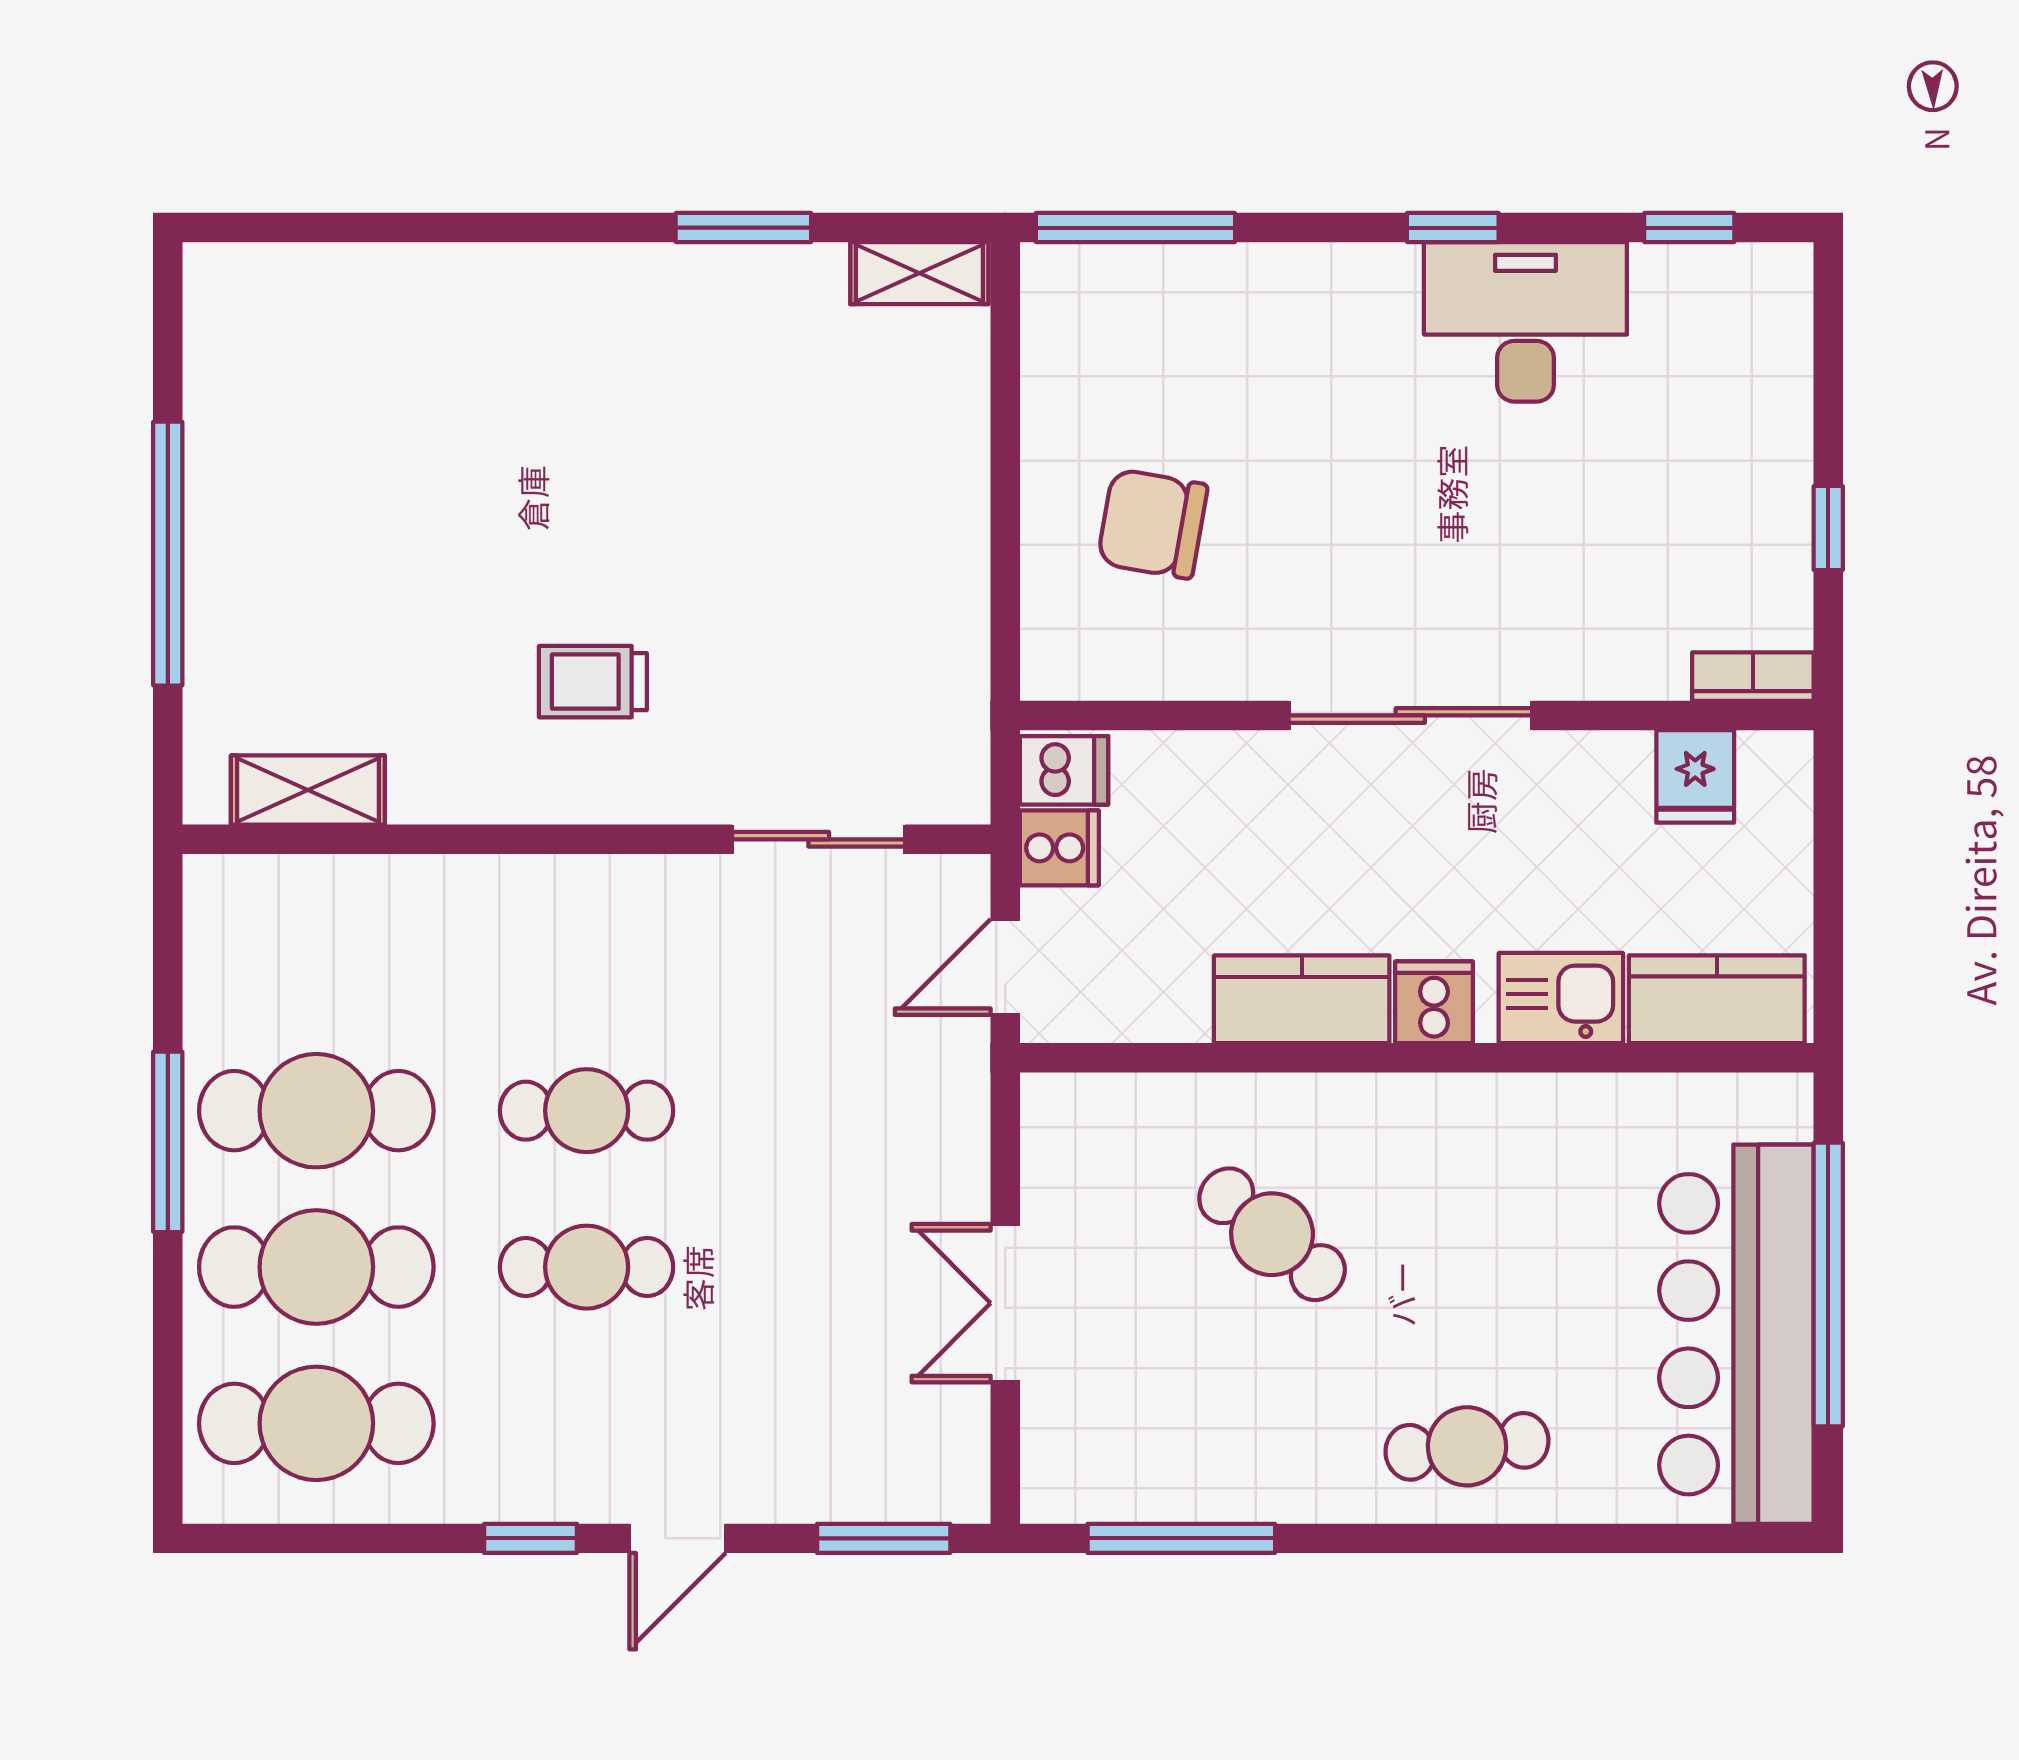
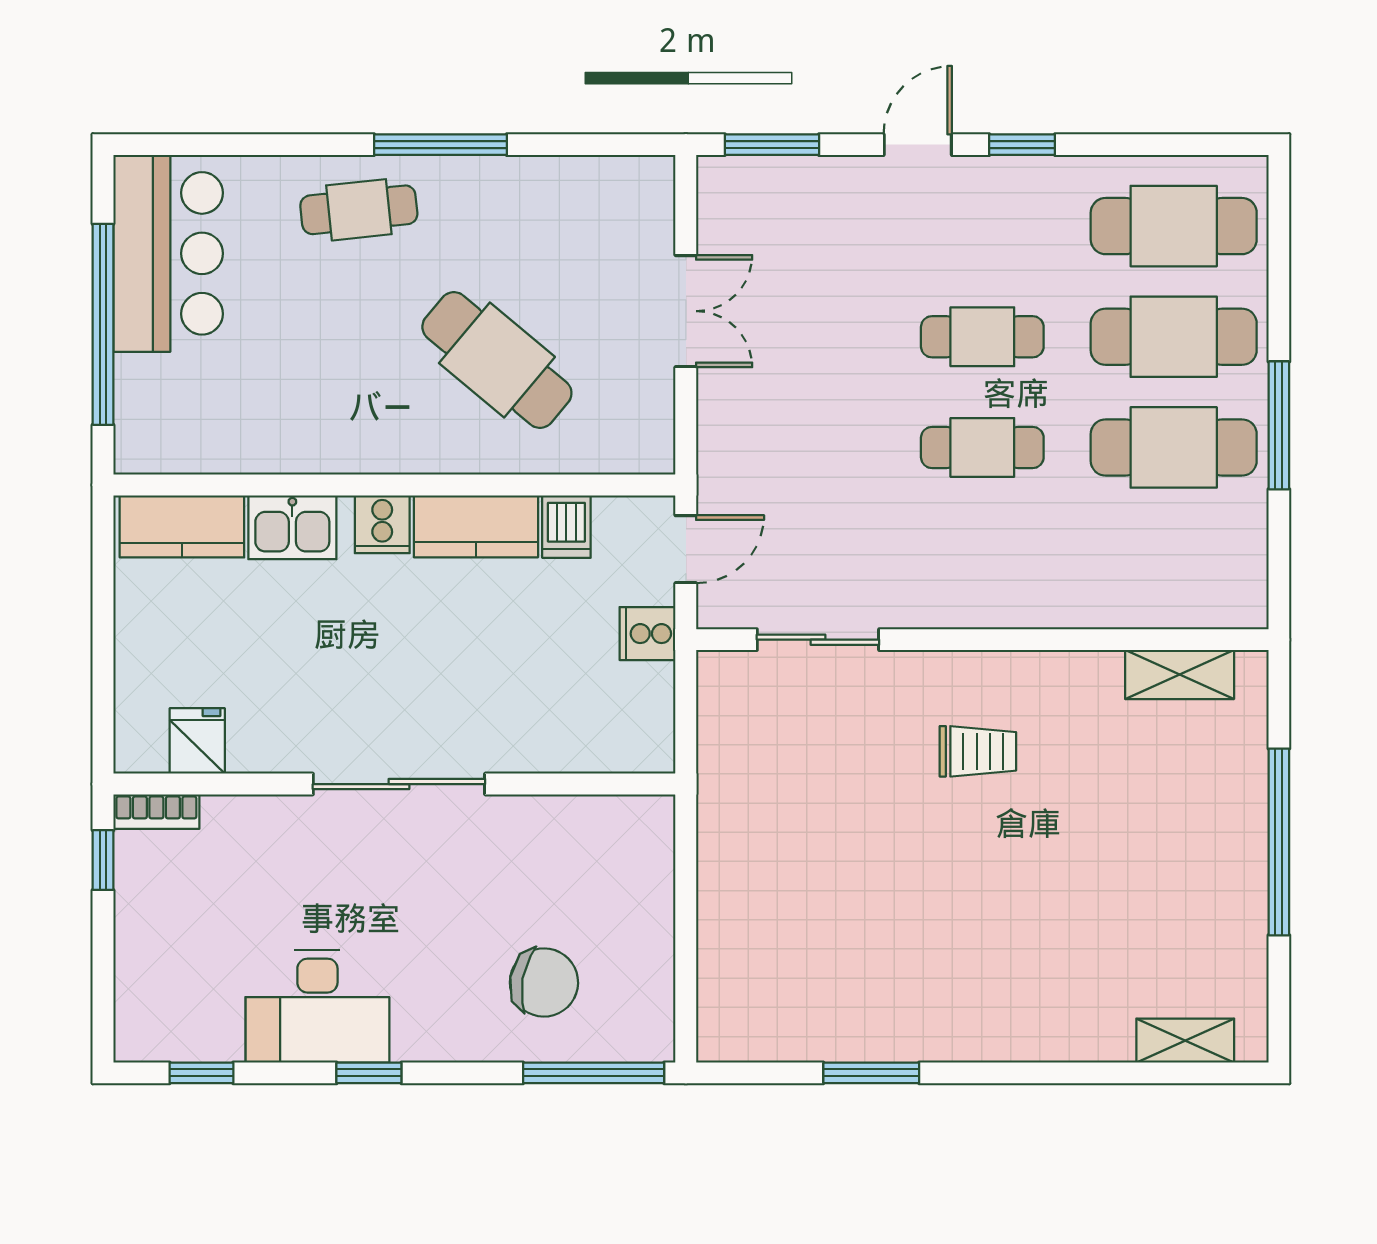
shelving: (919, 273) -> (1185, 1041), moved
chair: (1152, 524) -> (544, 982), moved
bookcase: (1753, 677) -> (156, 812), moved
sliding door: (1410, 715) -> (399, 784), moved
wall: (1417, 715) -> (394, 784), moved
dishwasher: (1064, 770) -> (566, 527), moved, turned -90
fridge: (1695, 776) -> (197, 741), moved
cafe table: (1272, 1234) -> (497, 360), width x1.37, depth x1.35
bar counter: (1736, 1334) -> (168, 253), width x0.73
window: (1181, 1538) -> (440, 145), moved

